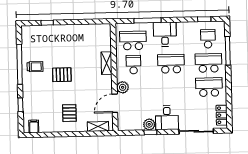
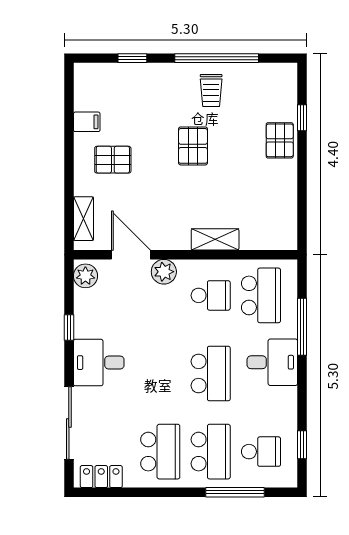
pallet: (58, 33) -> (280, 140), added
plant: (149, 124) -> (85, 276), moved
filing cabinet: (34, 126) -> (87, 122), moved

